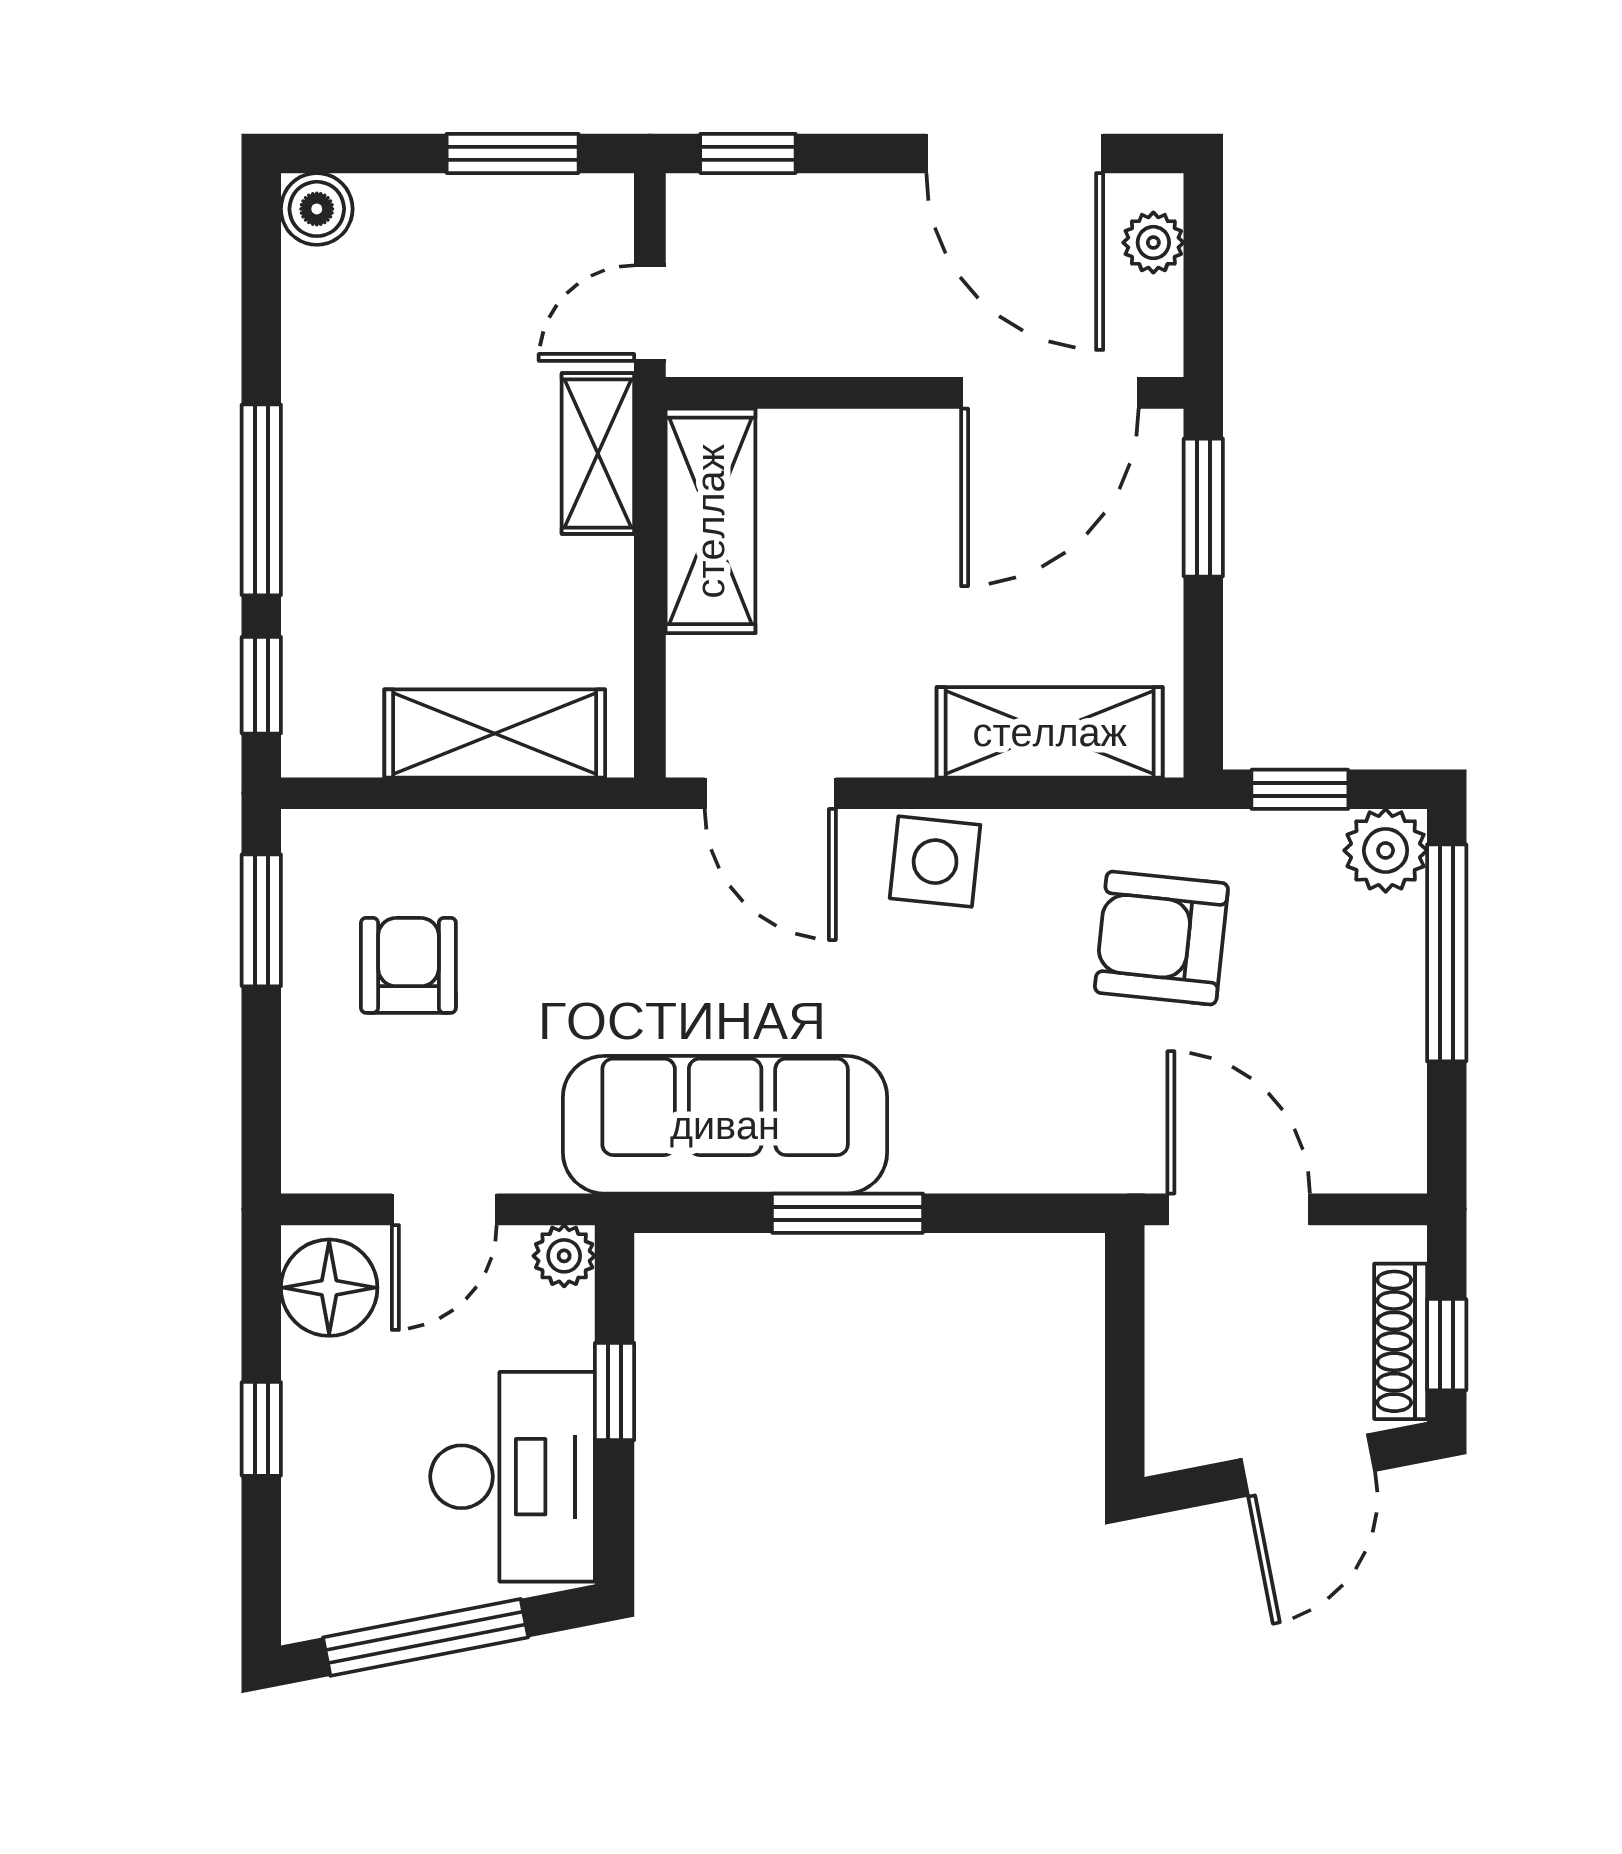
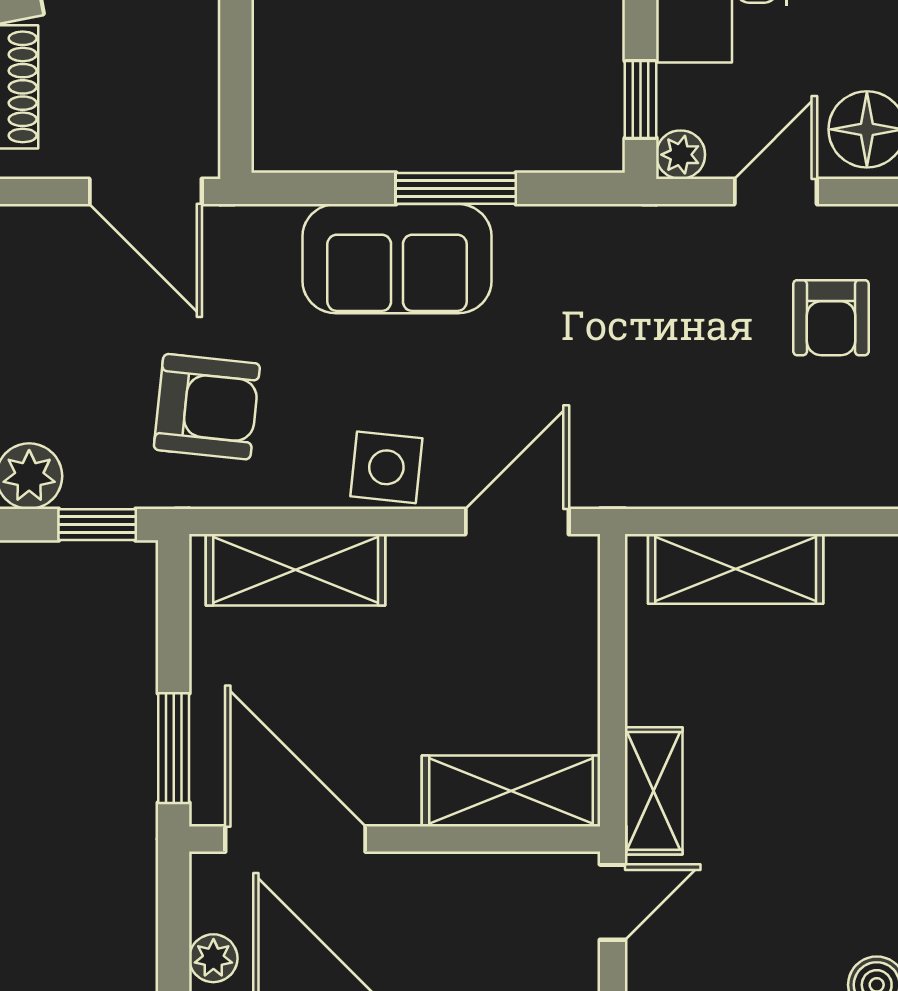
door: (1050, 393) -> (295, 839), hinge flipped
shelving: (710, 521) -> (511, 791), moved, turned 90
door: (770, 793) -> (517, 521), hinge flipped
armchair: (408, 965) -> (831, 318), moved
sofa: (725, 1125) -> (397, 259), moved, width x0.73
window: (615, 1391) -> (641, 99), moved

